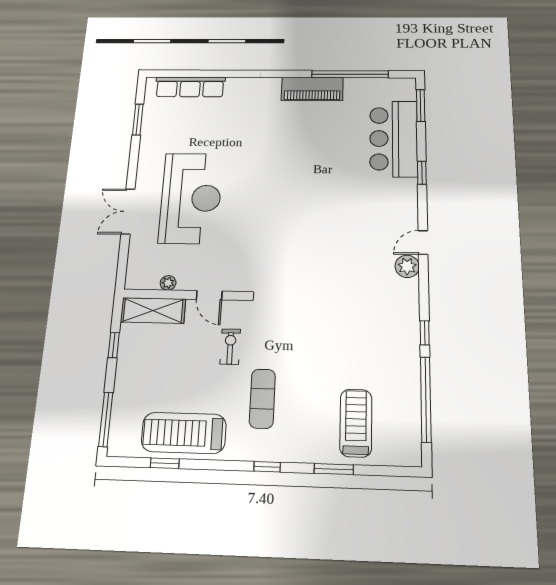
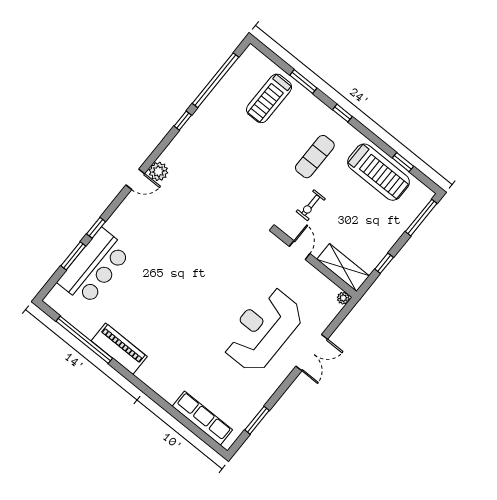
window: (421, 105) -> (73, 256), moved
plant: (168, 283) -> (343, 298), moved

